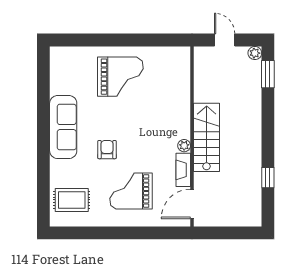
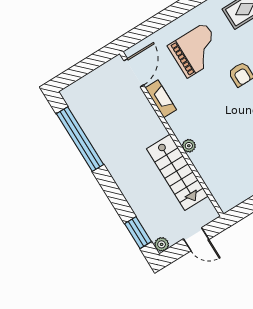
stairs: (207, 137) -> (177, 172), moved
plant: (184, 146) -> (189, 146), moved
window: (268, 178) -> (80, 139), width x3.17

